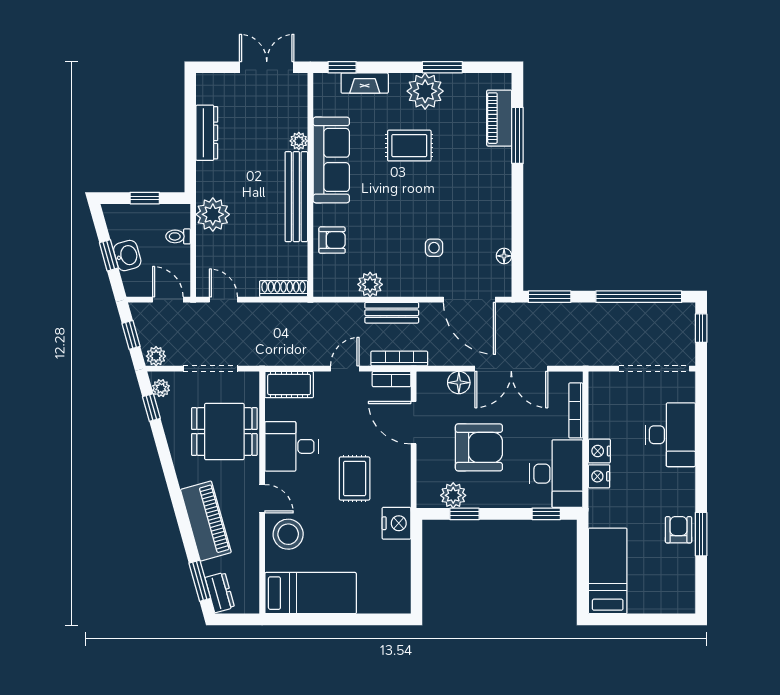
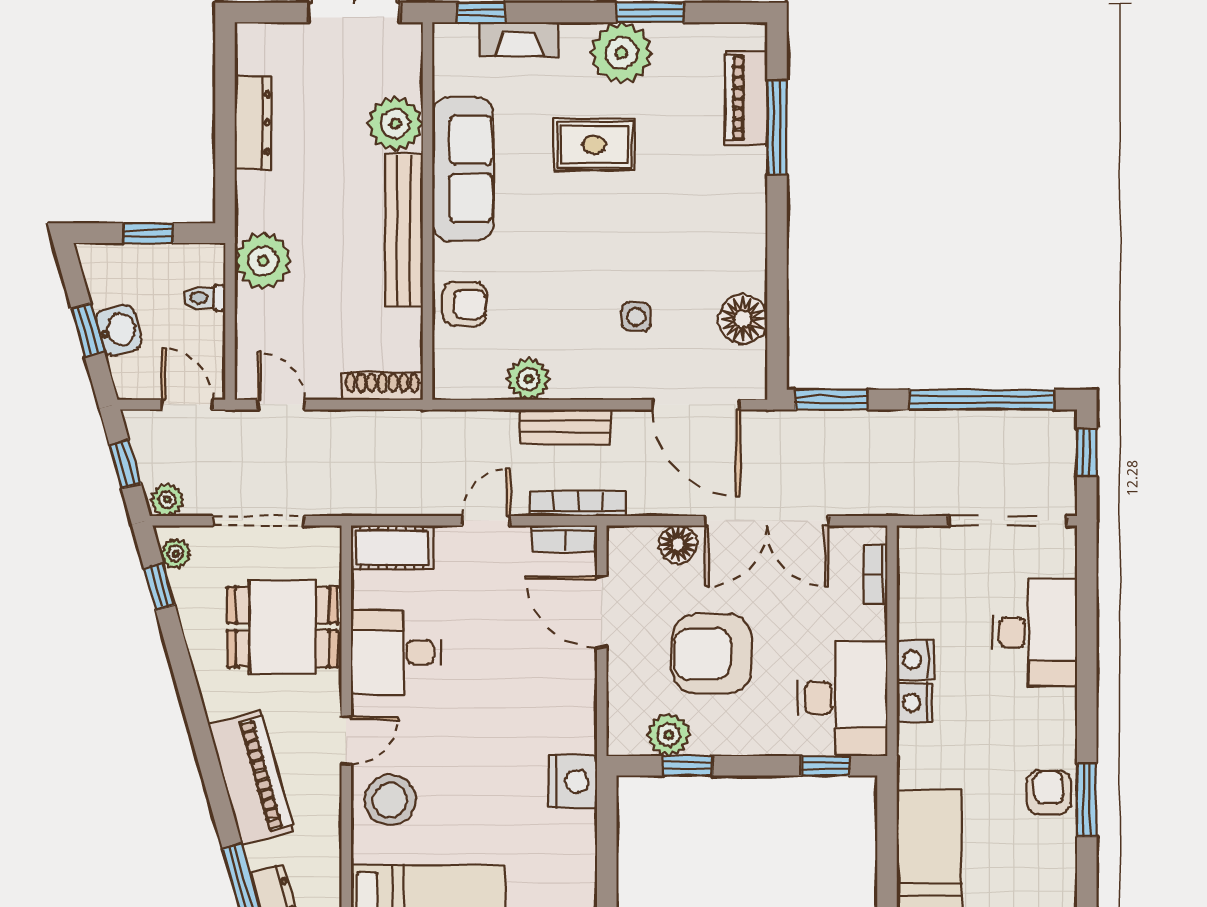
plant: (299, 141) -> (395, 124), width x1.87, depth x1.87
floor lamp: (504, 256) -> (743, 319), width x1.89, depth x1.89
bookcase: (576, 410) -> (875, 575), width x0.64
armchair: (479, 447) -> (712, 654), turned 180
rug: (355, 478) -> (502, 706), removed
door: (262, 499) -> (346, 740), hinge flipped

